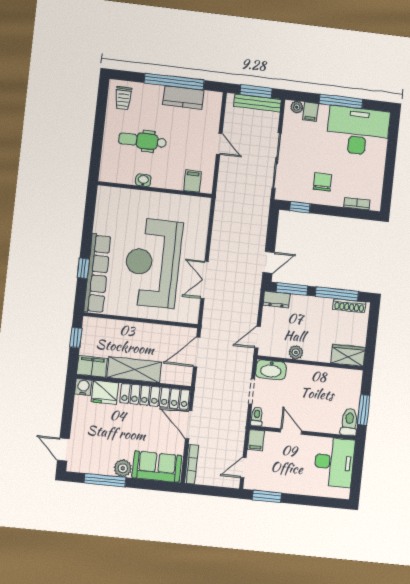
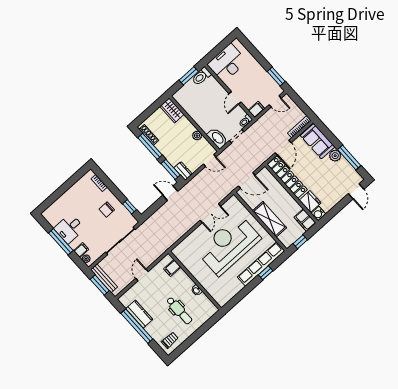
desk: (358, 131) -> (69, 229), width x0.53, depth x0.77
reception desk: (153, 263) -> (229, 245), turned 180
shelving: (134, 370) -> (270, 219), moved

